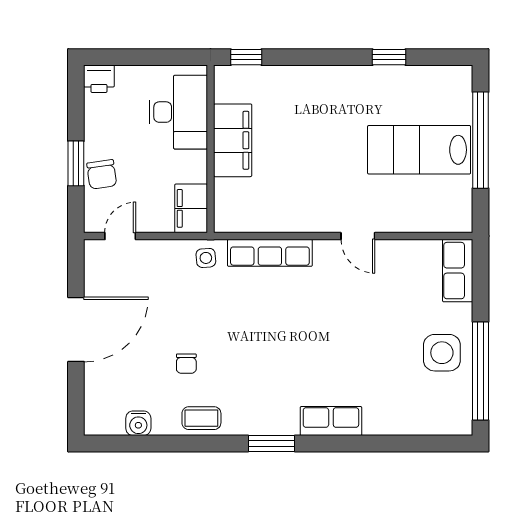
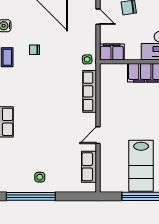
lab bench: (419, 150) -> (141, 166), turned 180
row of seats: (458, 271) -> (89, 167), moved, turned -90
side table: (442, 353) -> (40, 177), width x0.54, depth x0.54

